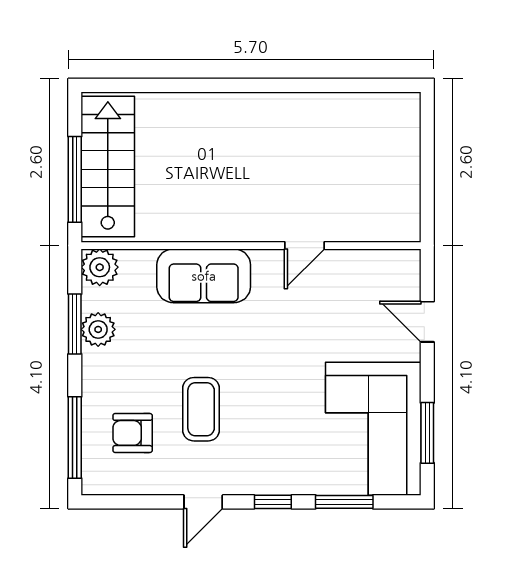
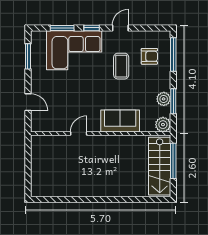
corner sofa: (373, 429) -> (74, 50), moved, turned 90

